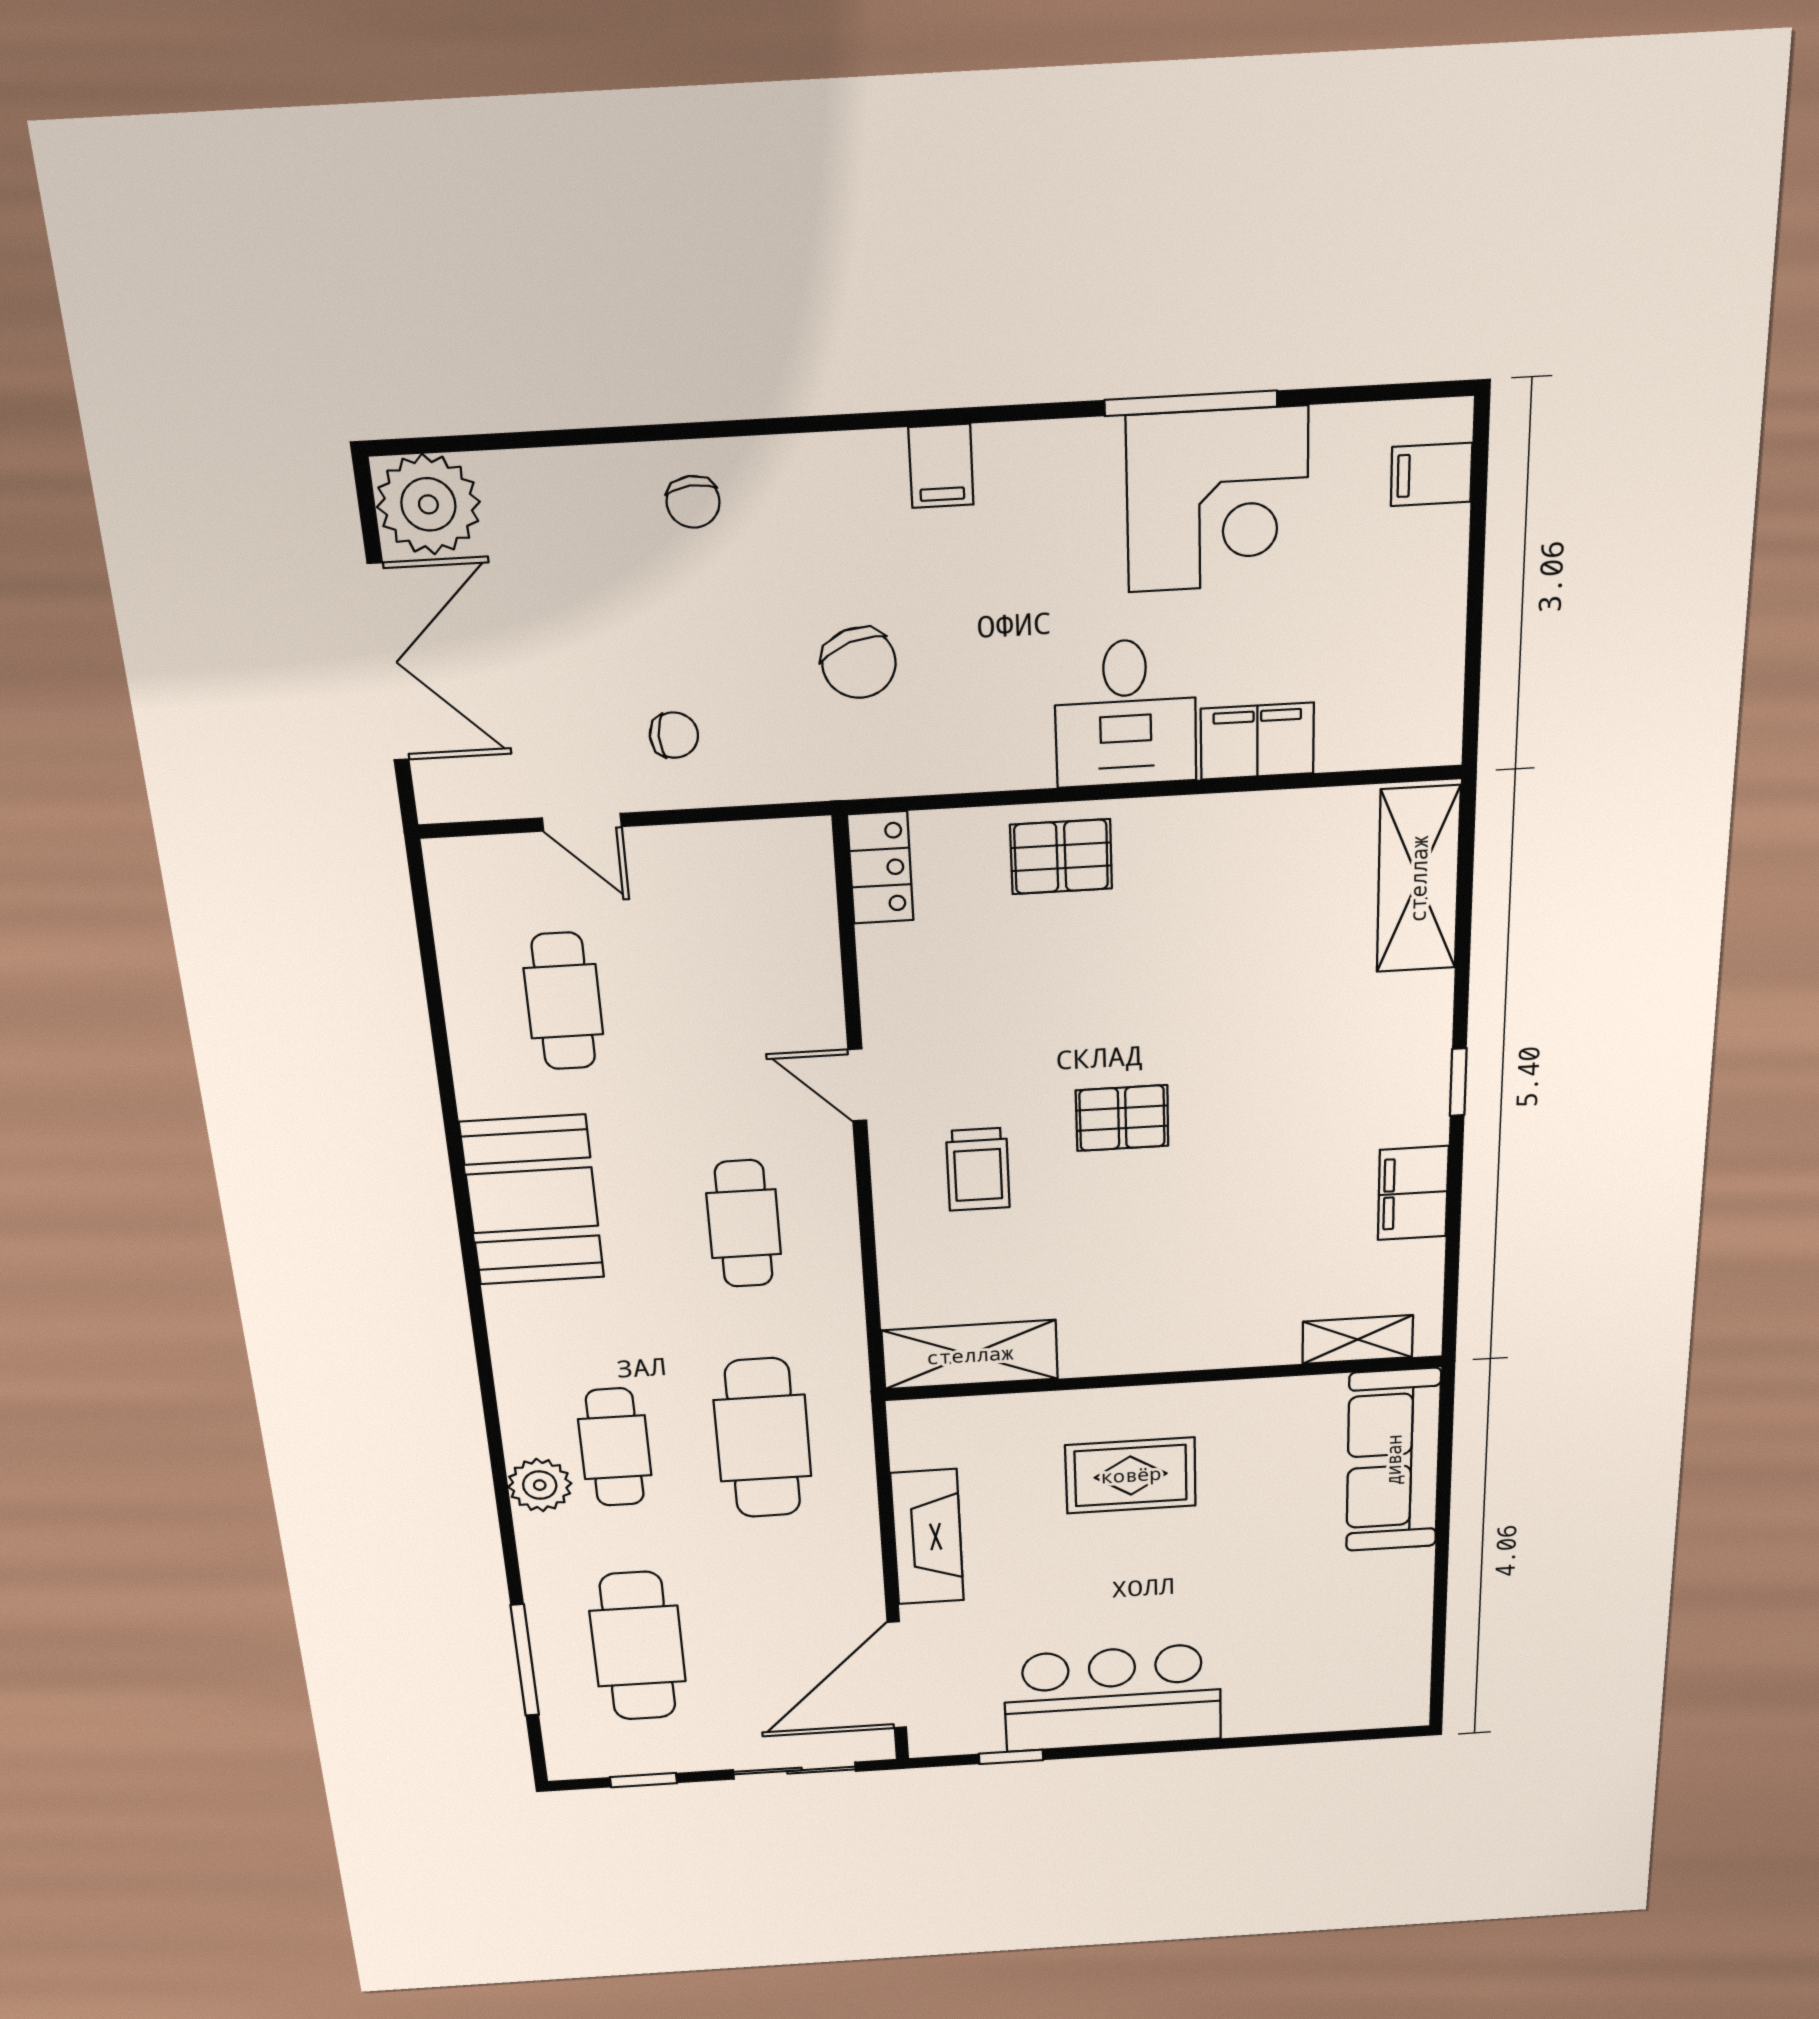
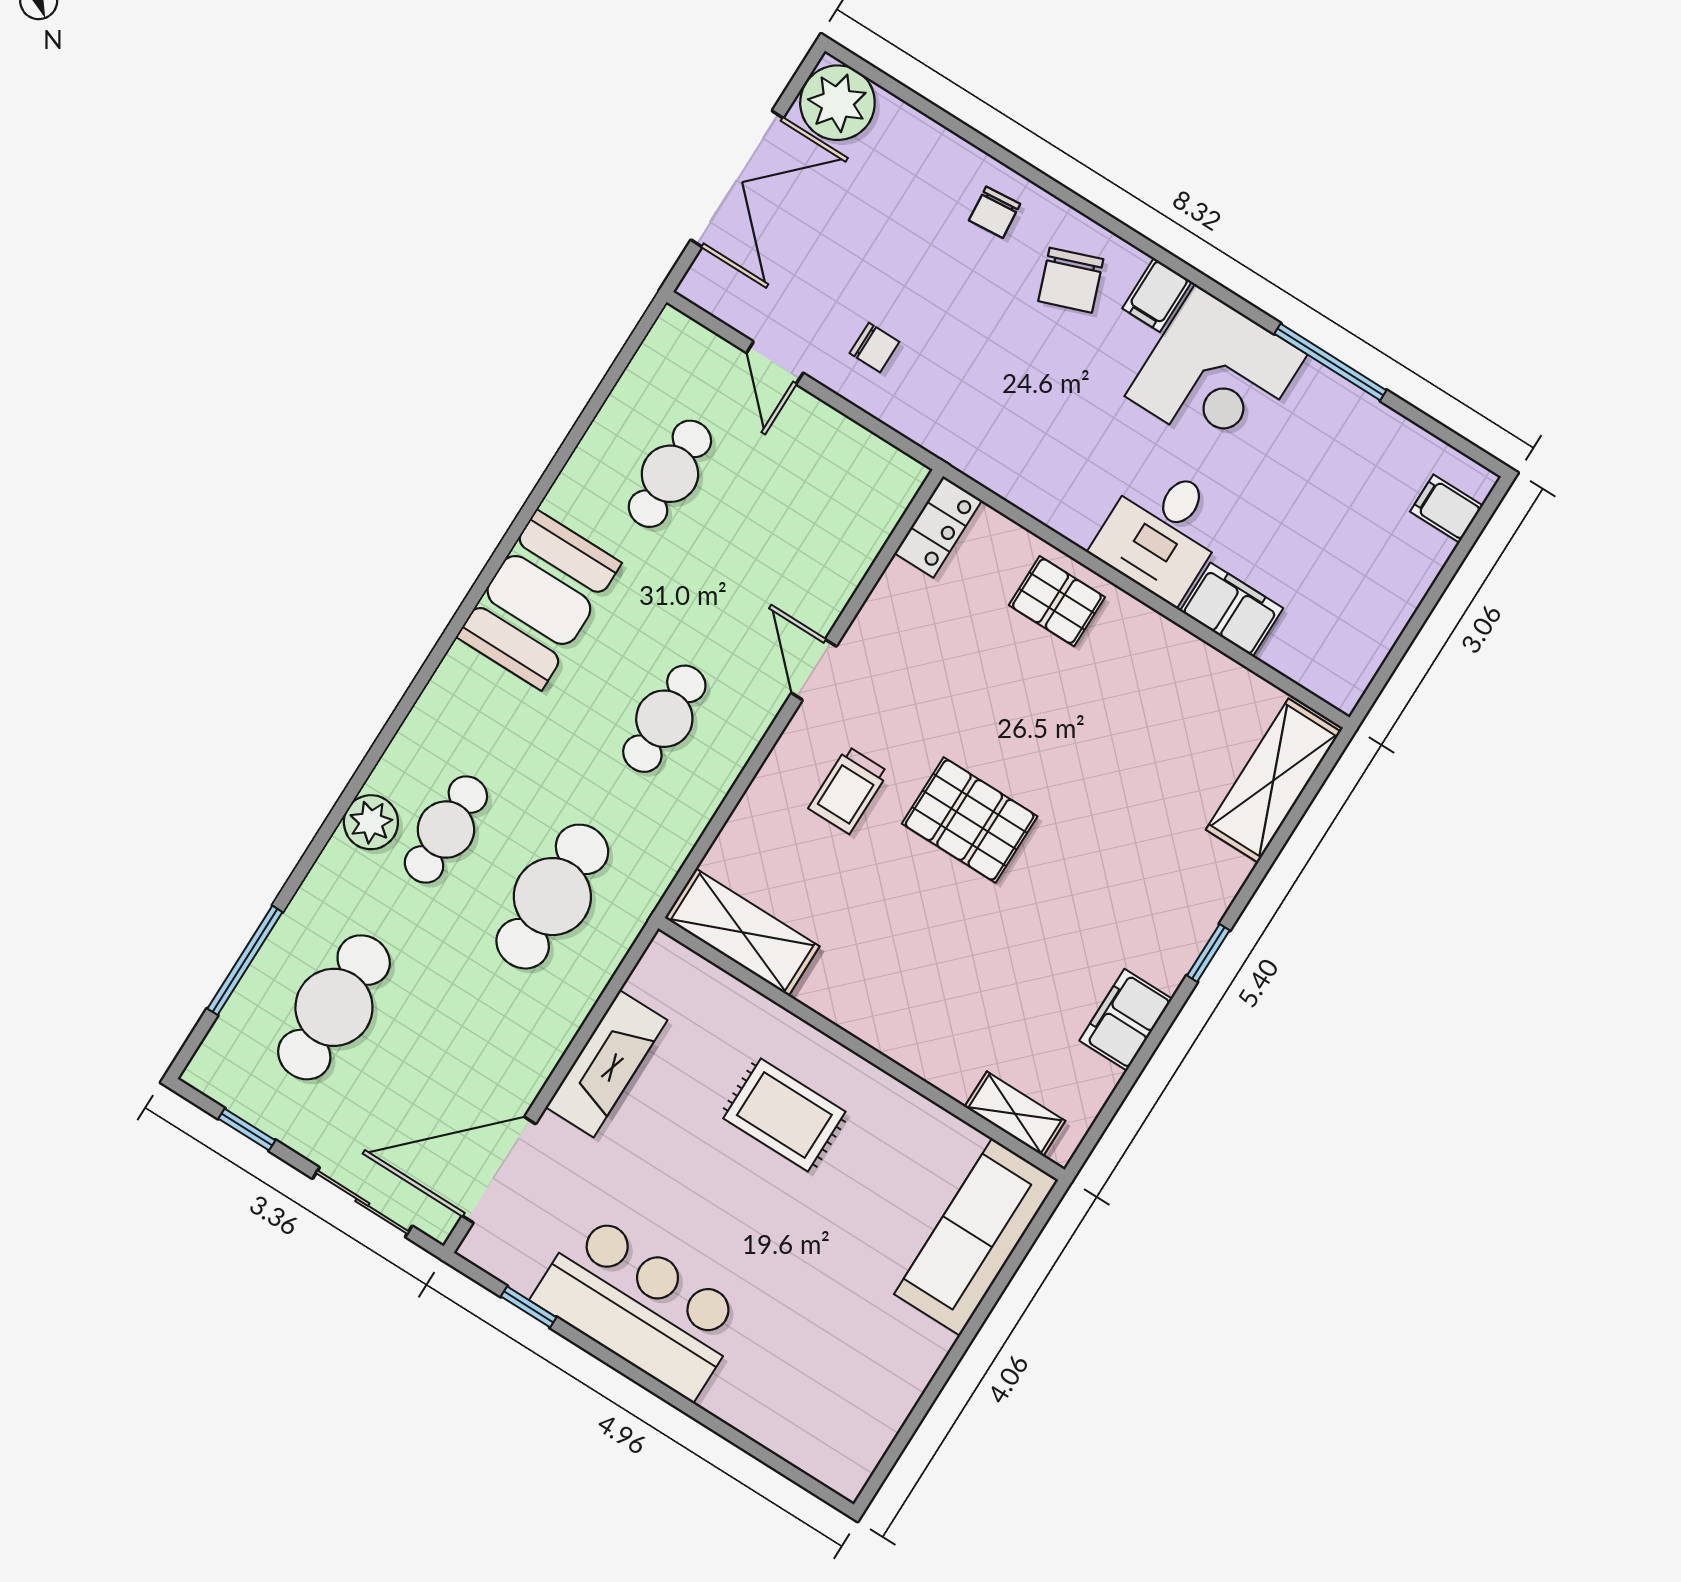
corner desk: (1217, 500) -> (1216, 375), moved
chair: (859, 663) -> (1071, 280), moved
pallet: (1122, 1118) -> (970, 820), width x1.50, depth x1.42

